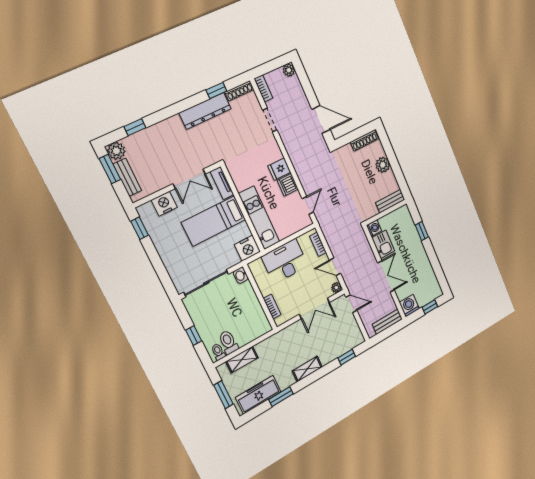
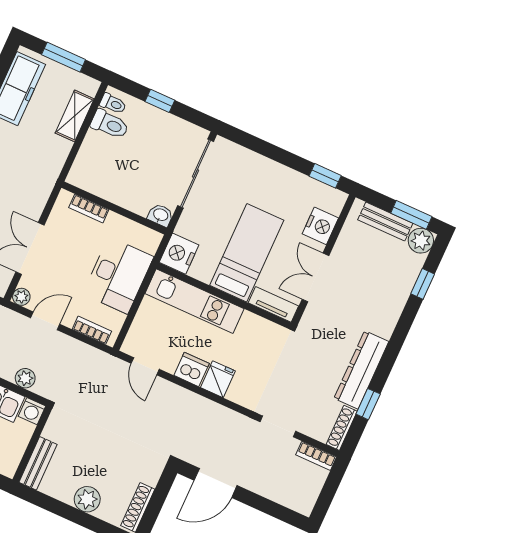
plant: (289, 70) -> (25, 378), moved

